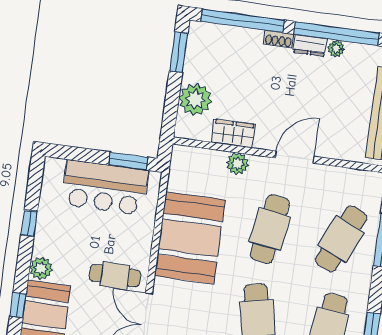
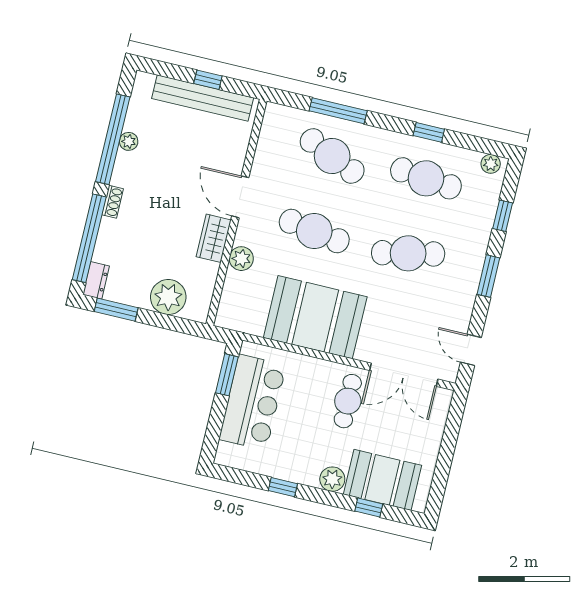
dresser: (310, 45) -> (96, 280), moved
wardrobe: (233, 133) -> (214, 238), moved

